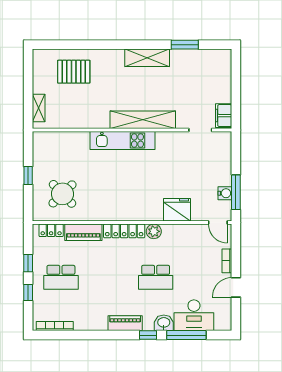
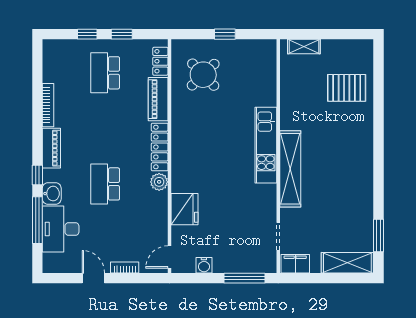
window: (185, 45) -> (378, 235), moved
shelving: (147, 58) -> (347, 263), moved, turned 90
pallet: (74, 72) -> (347, 88), turned 90
window: (236, 192) -> (244, 278), moved
bookcase: (55, 326) -> (48, 105), moved

